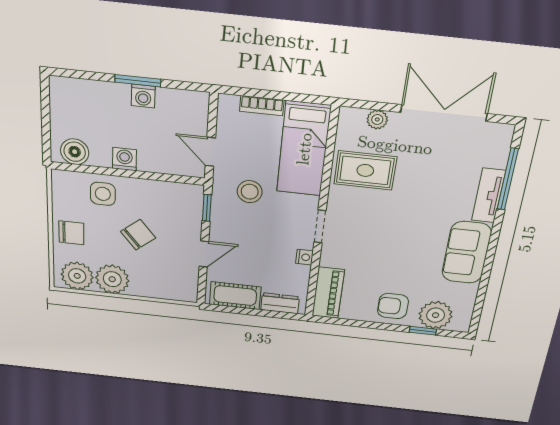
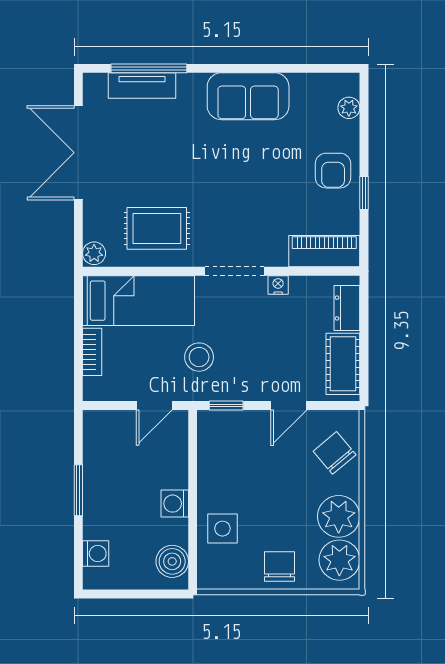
washing machine: (143, 96) -> (96, 554), moved
plant: (377, 120) -> (94, 253), moved
rug: (365, 170) -> (157, 228), turned 90
tv unit: (489, 195) -> (142, 85), moved
doorway: (320, 226) -> (234, 271), width x1.38
chair: (138, 235) -> (335, 453), moved
door: (204, 254) -> (289, 405), swing flipped
plant: (436, 315) -> (349, 108), width x0.53, depth x0.53
window: (423, 331) -> (364, 193), moved

